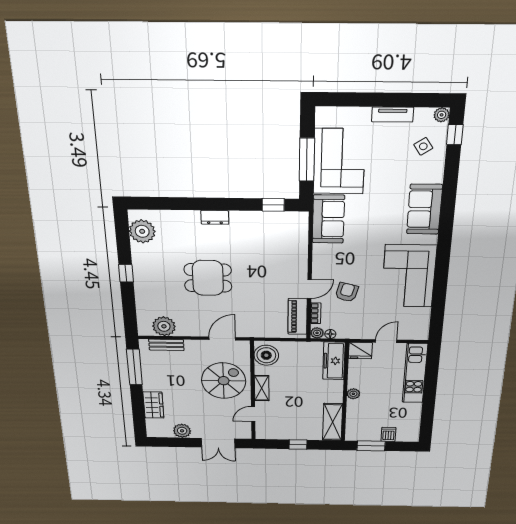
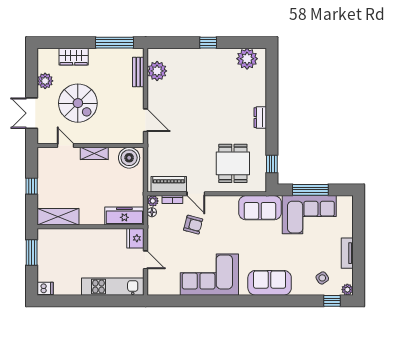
dining table: (208, 278) -> (233, 163), moved
spiral stairs: (224, 381) -> (78, 103), moved
plant: (353, 394) -> (90, 234), removed
dishwasher: (388, 434) -> (45, 288), moved

